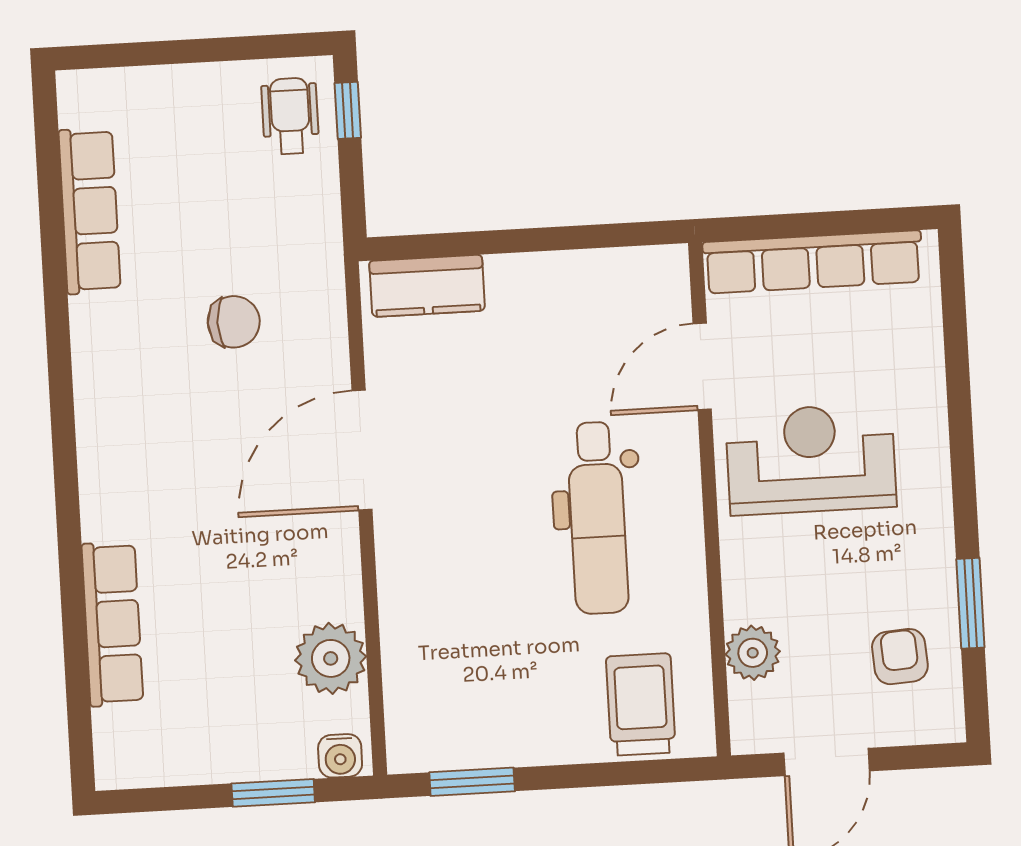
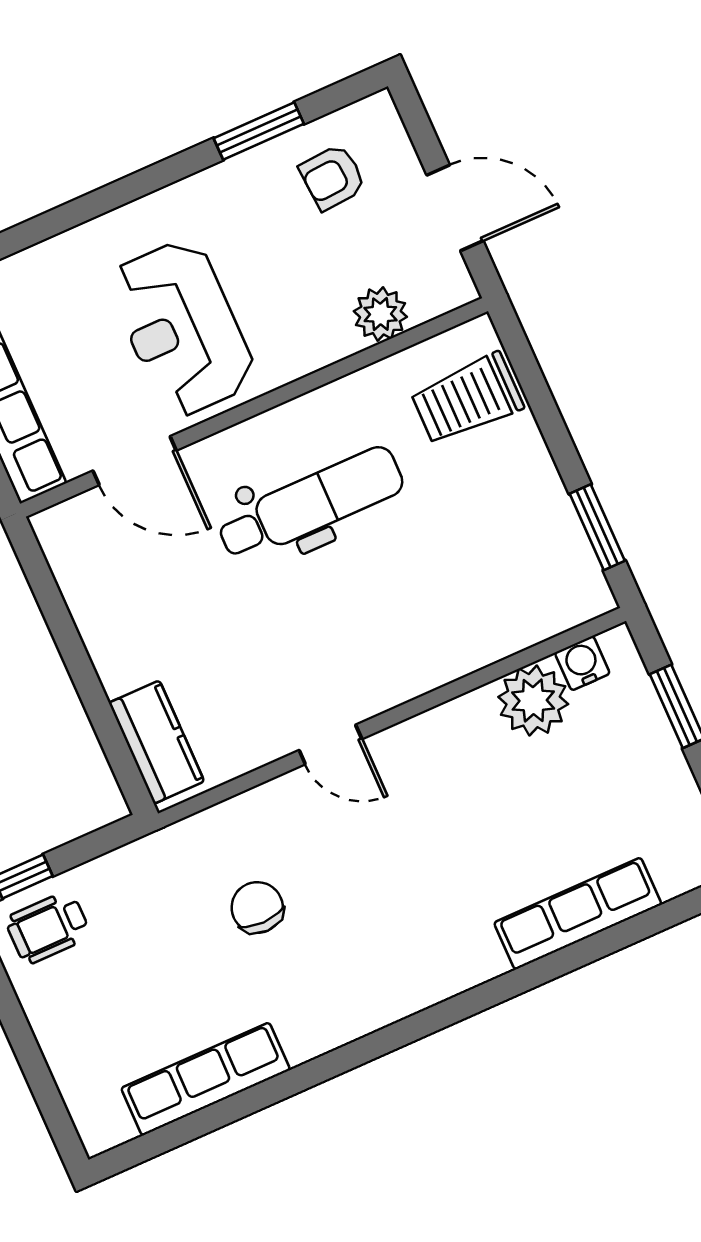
door: (362, 450) -> (330, 745), width x0.53
water cooler: (340, 756) -> (582, 663), moved, turned -90

